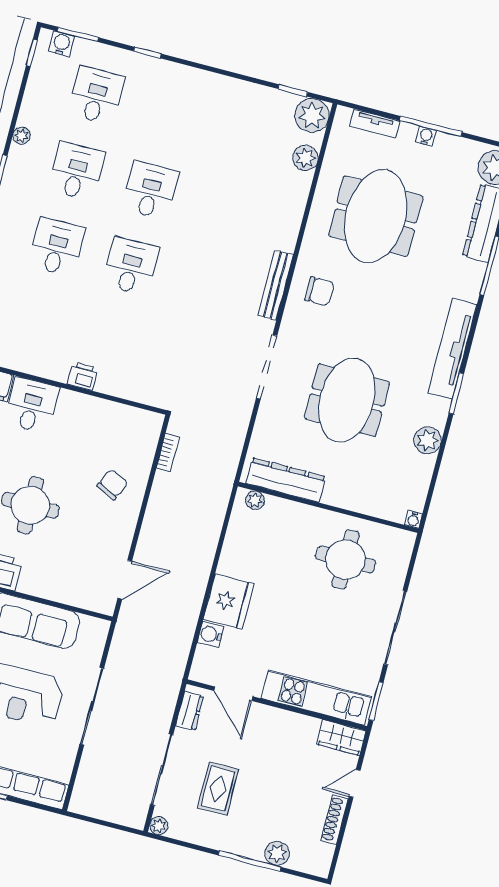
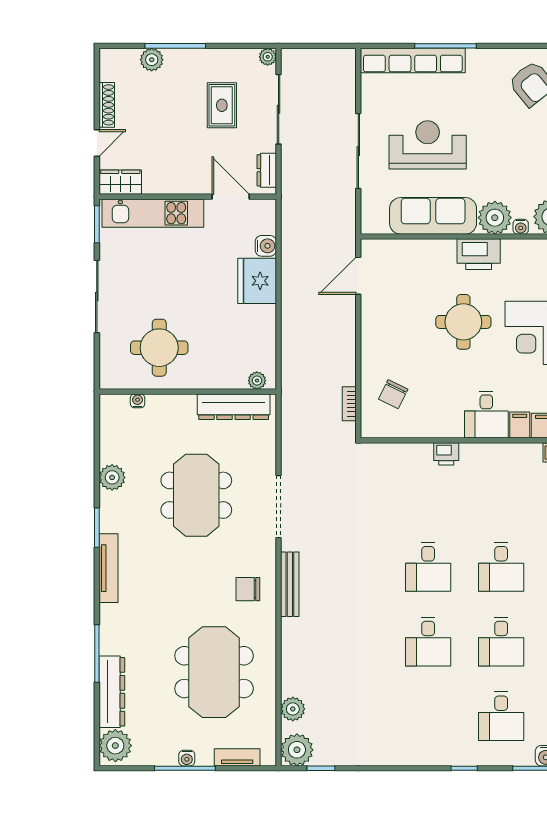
tv unit: (453, 349) -> (108, 568), width x0.73, depth x0.78
chair: (112, 484) -> (393, 394), moved
water cooler: (413, 519) -> (138, 401), moved

